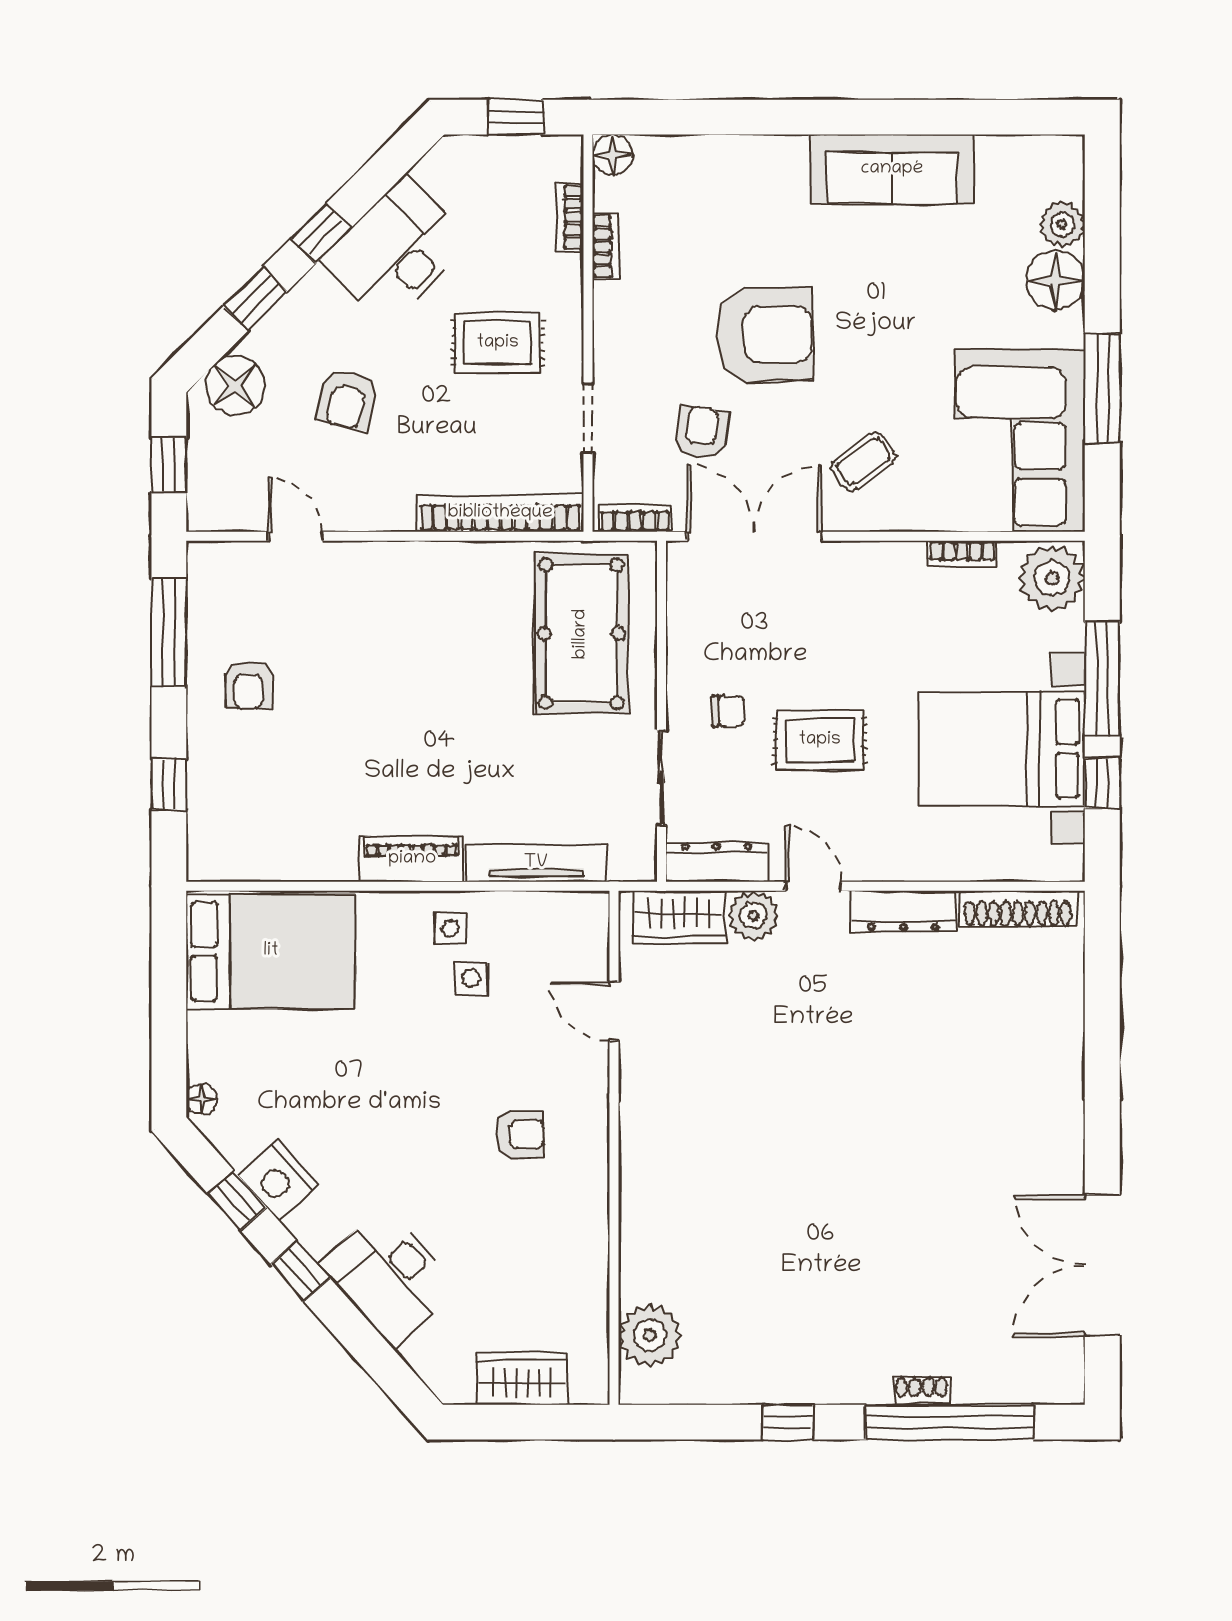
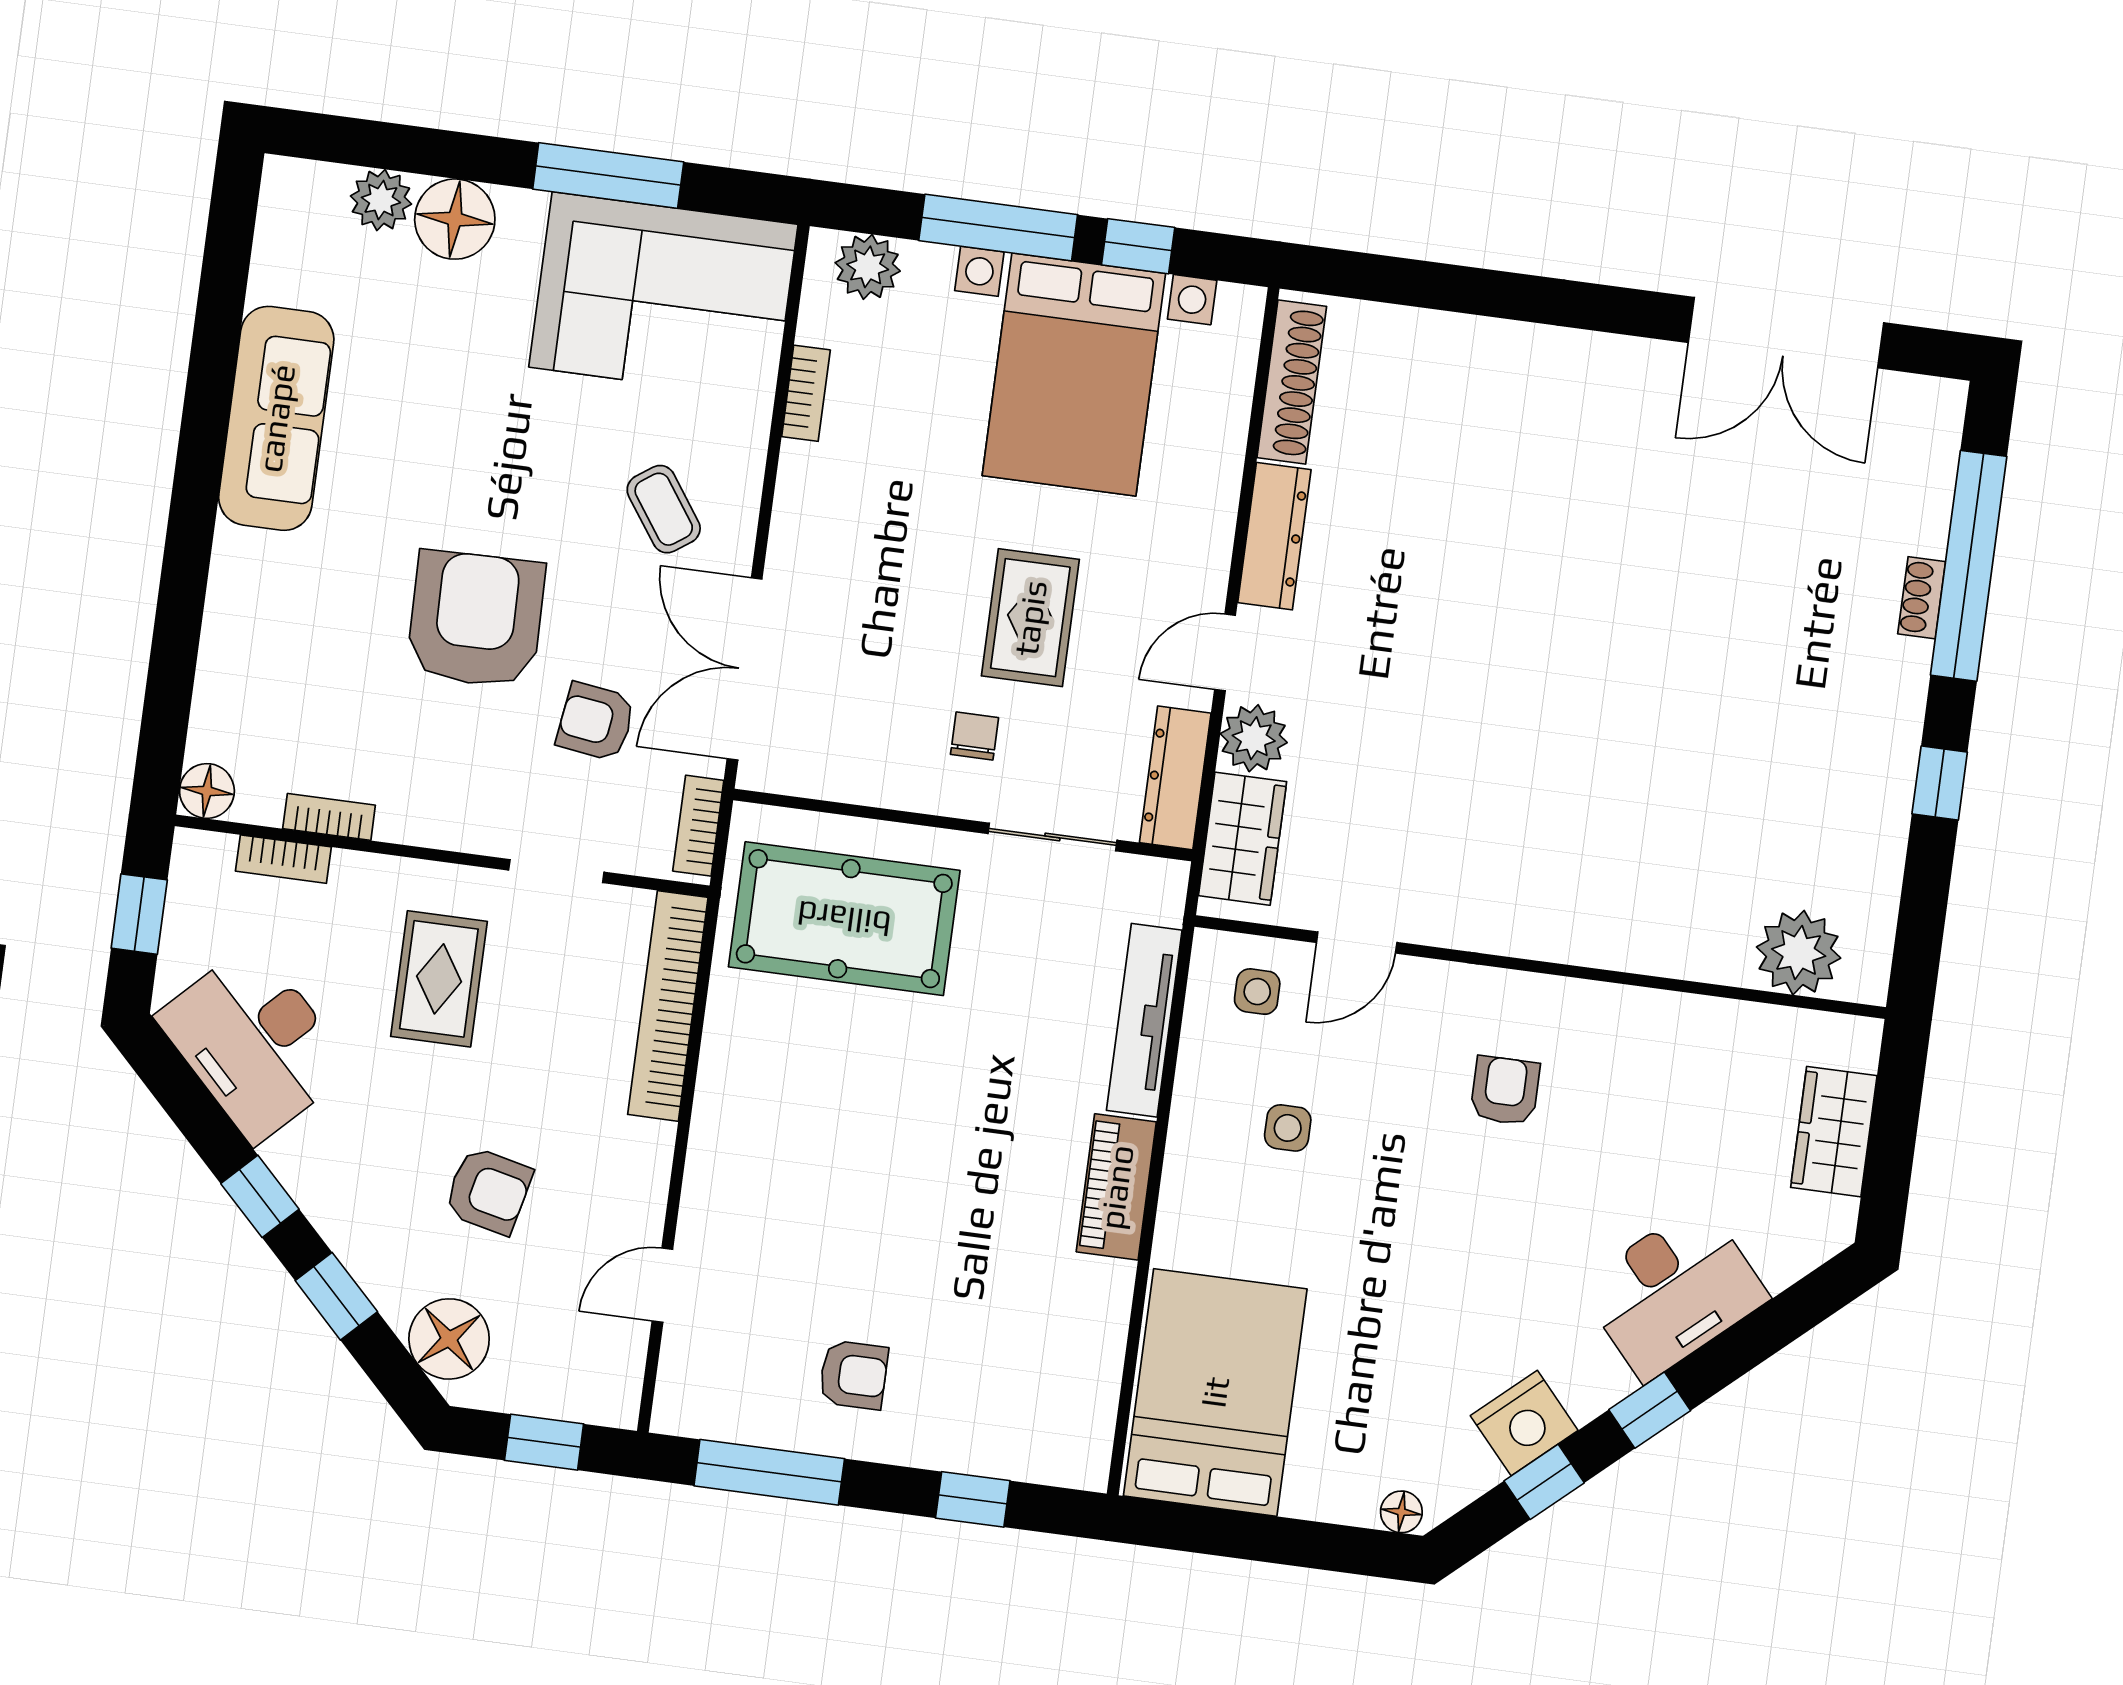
desk: (396, 251) -> (255, 1043), moved
plant: (1052, 578) -> (868, 267), width x0.73, depth x0.73
side table: (451, 928) -> (1257, 992), moved

